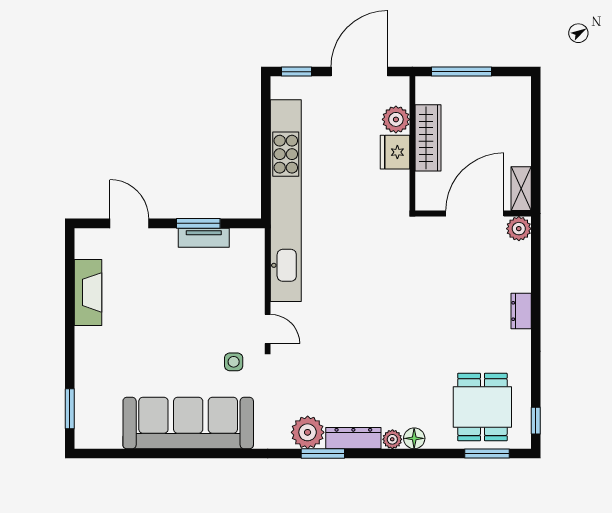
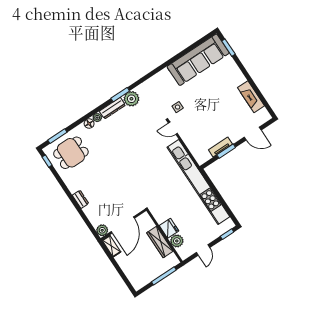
door: (359, 72) -> (203, 250), width x0.53
dining table: (482, 407) -> (71, 153), turned 90
sofa: (188, 423) -> (198, 60), moved

